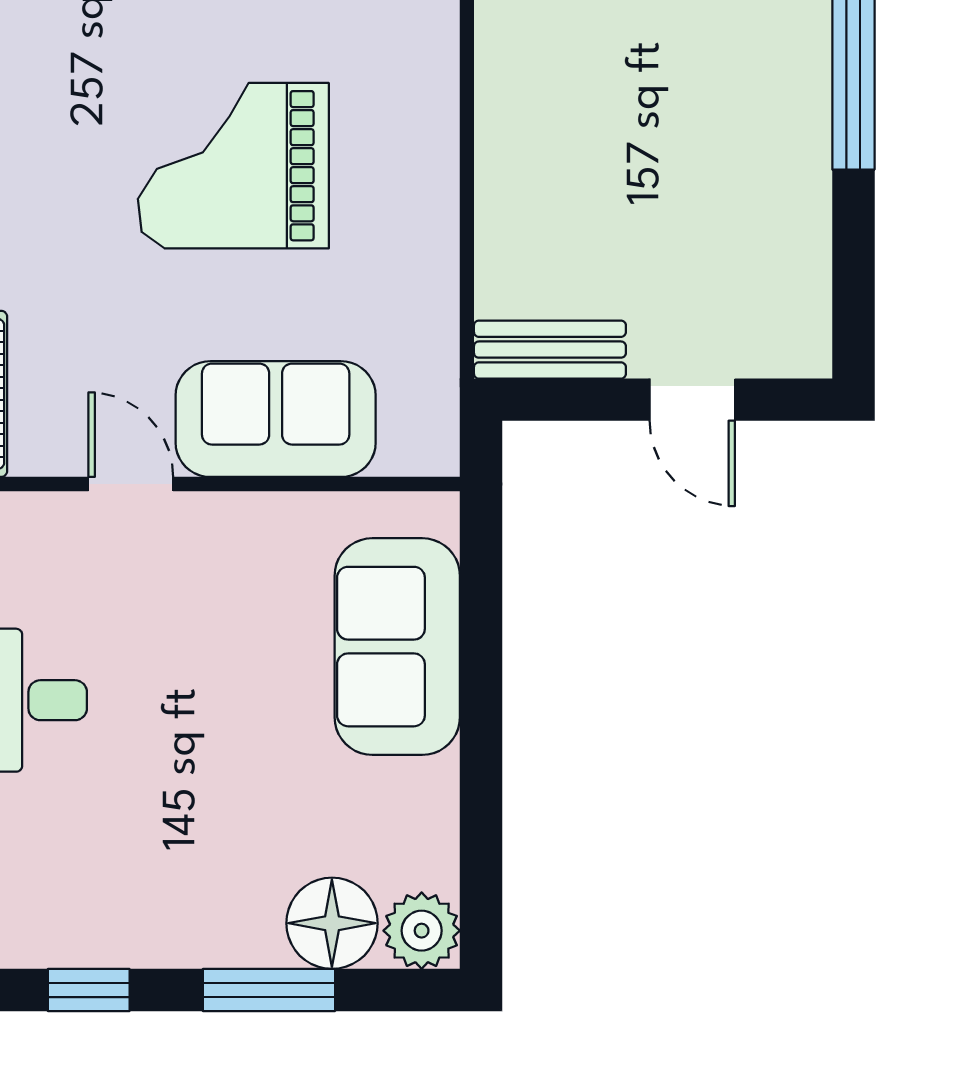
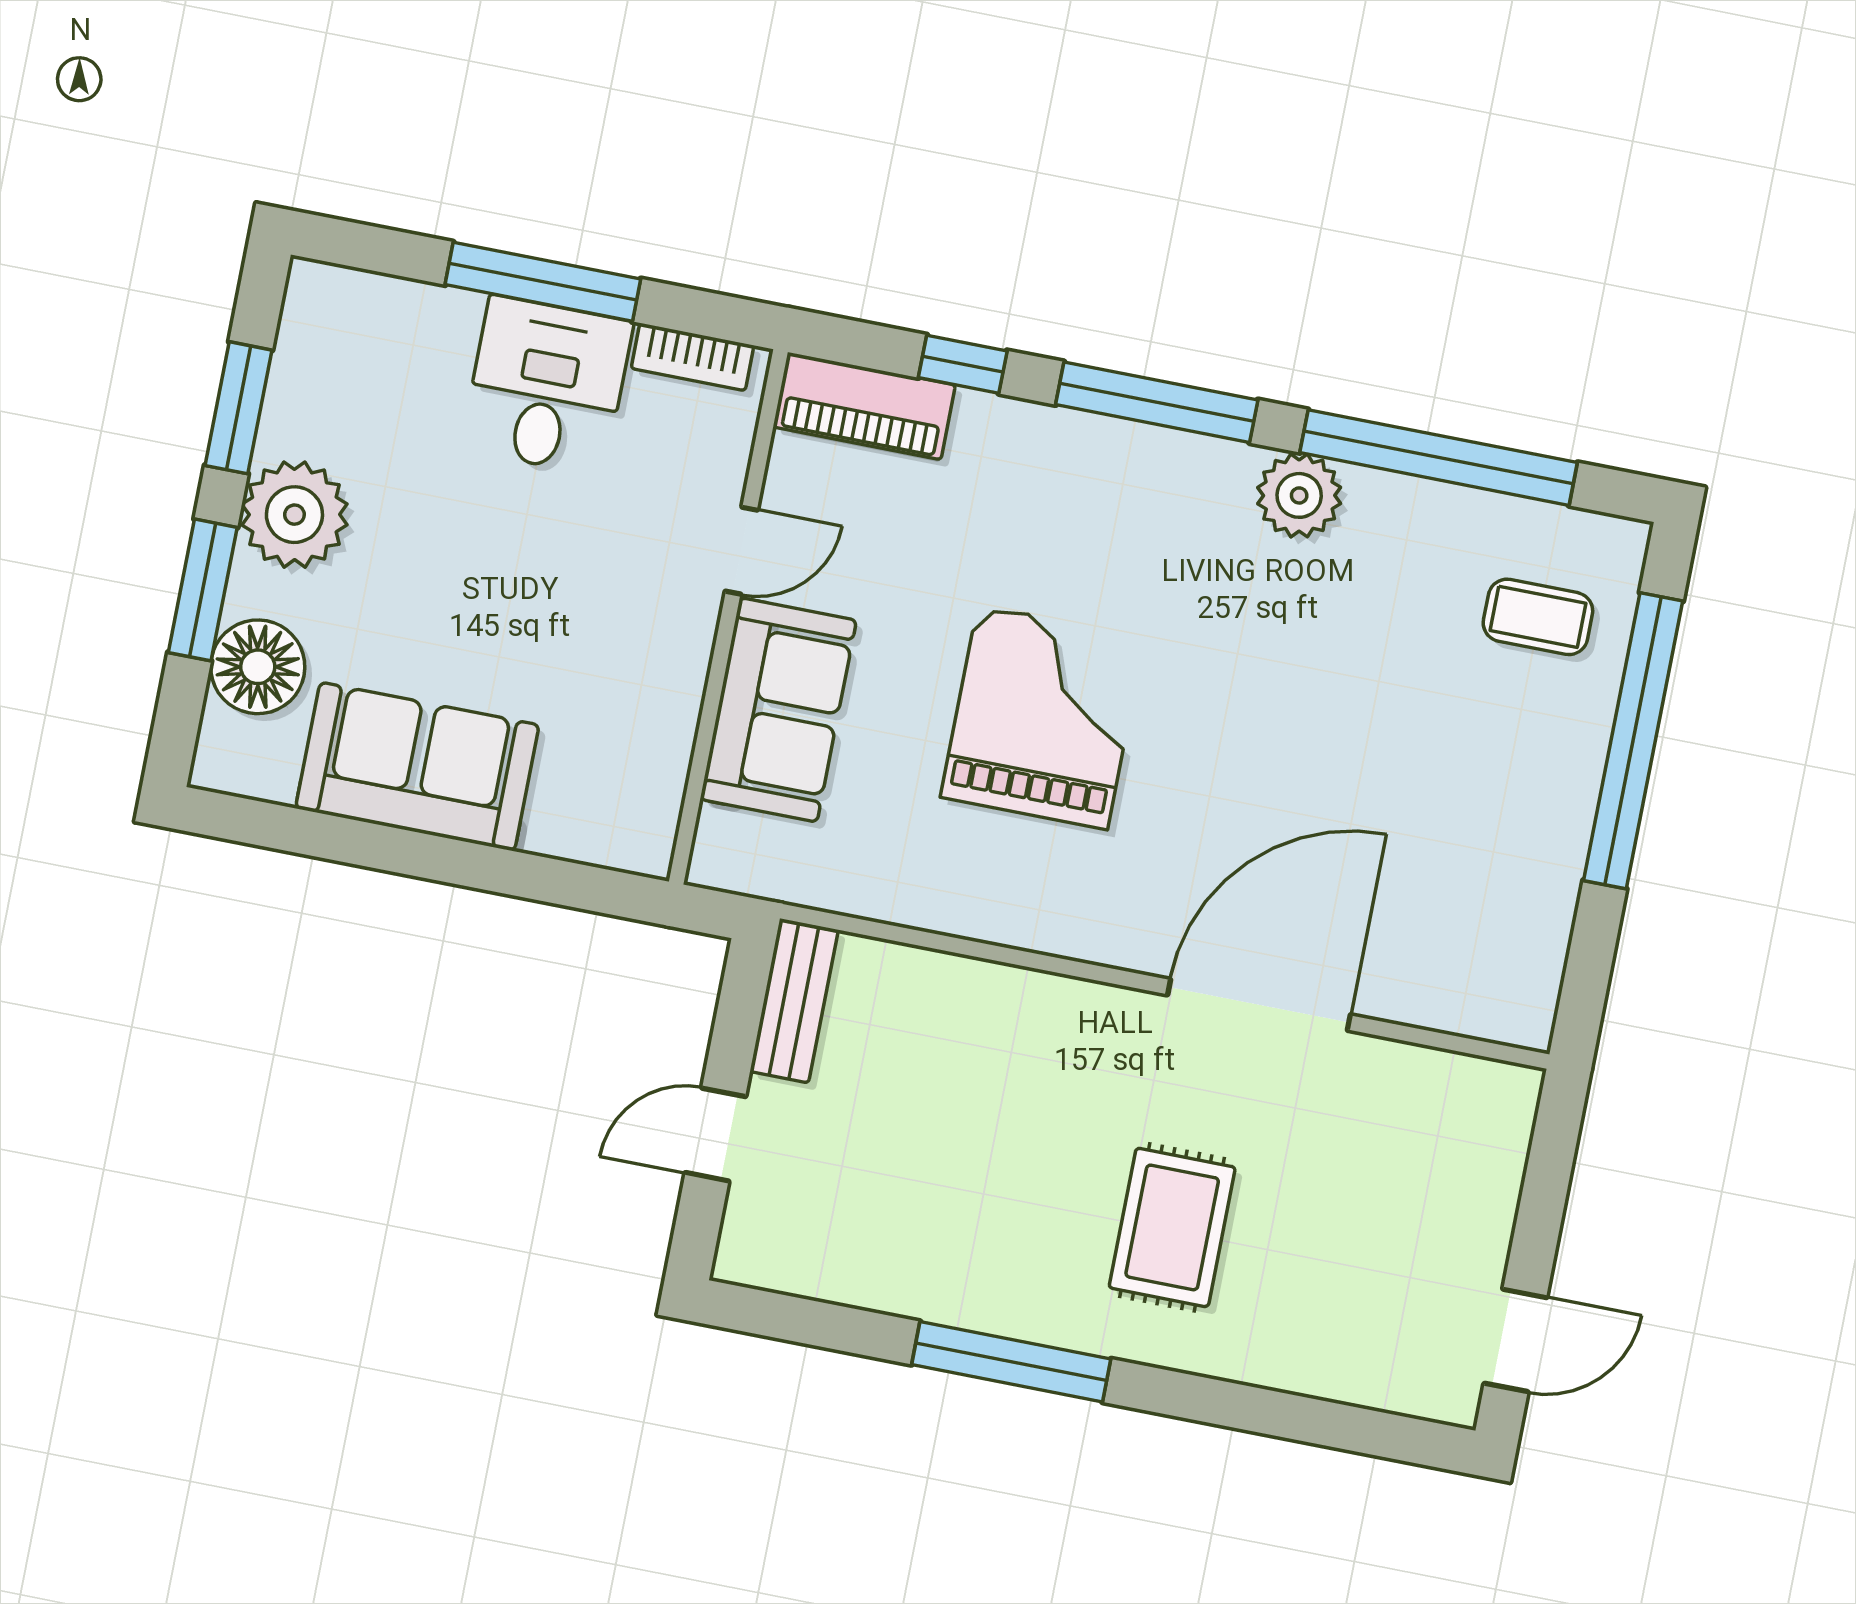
sofa: (397, 647) -> (417, 767), moved
plant: (422, 931) -> (294, 515), moved, width x1.36, depth x1.36
window: (89, 990) -> (239, 408), width x1.50

